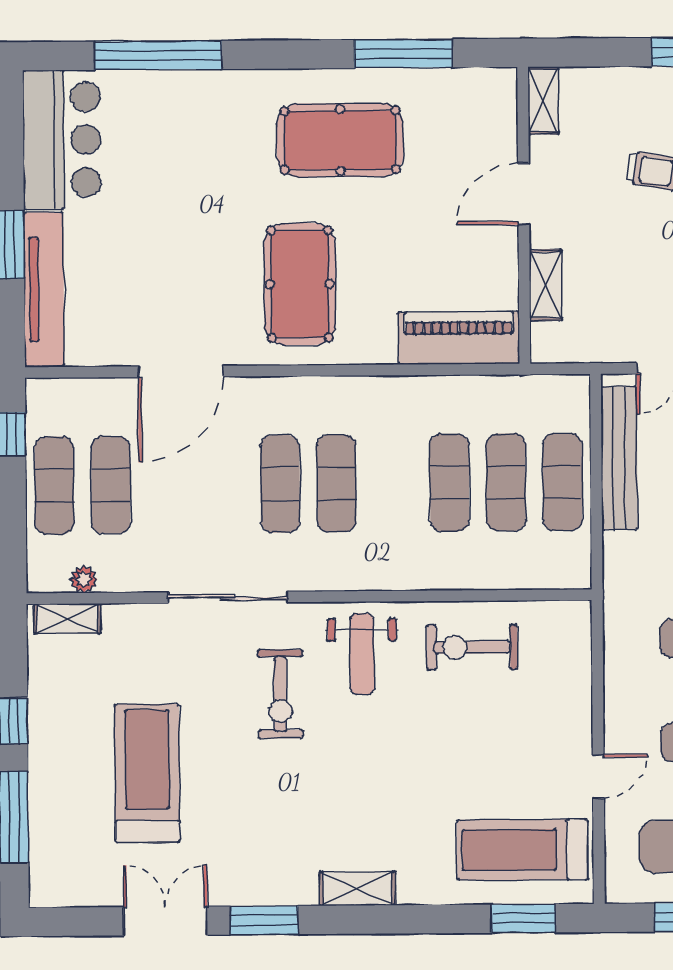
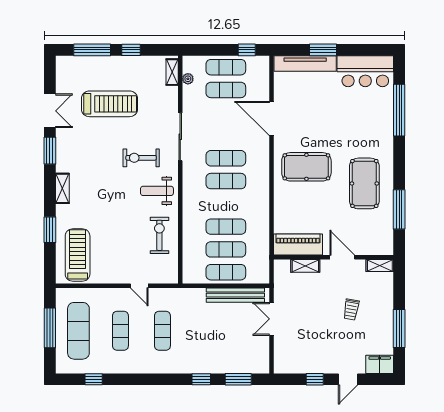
piano: (459, 338) -> (298, 245), moved, turned -90
door: (598, 776) -> (139, 286), moved
window: (523, 919) -> (50, 230), moved

